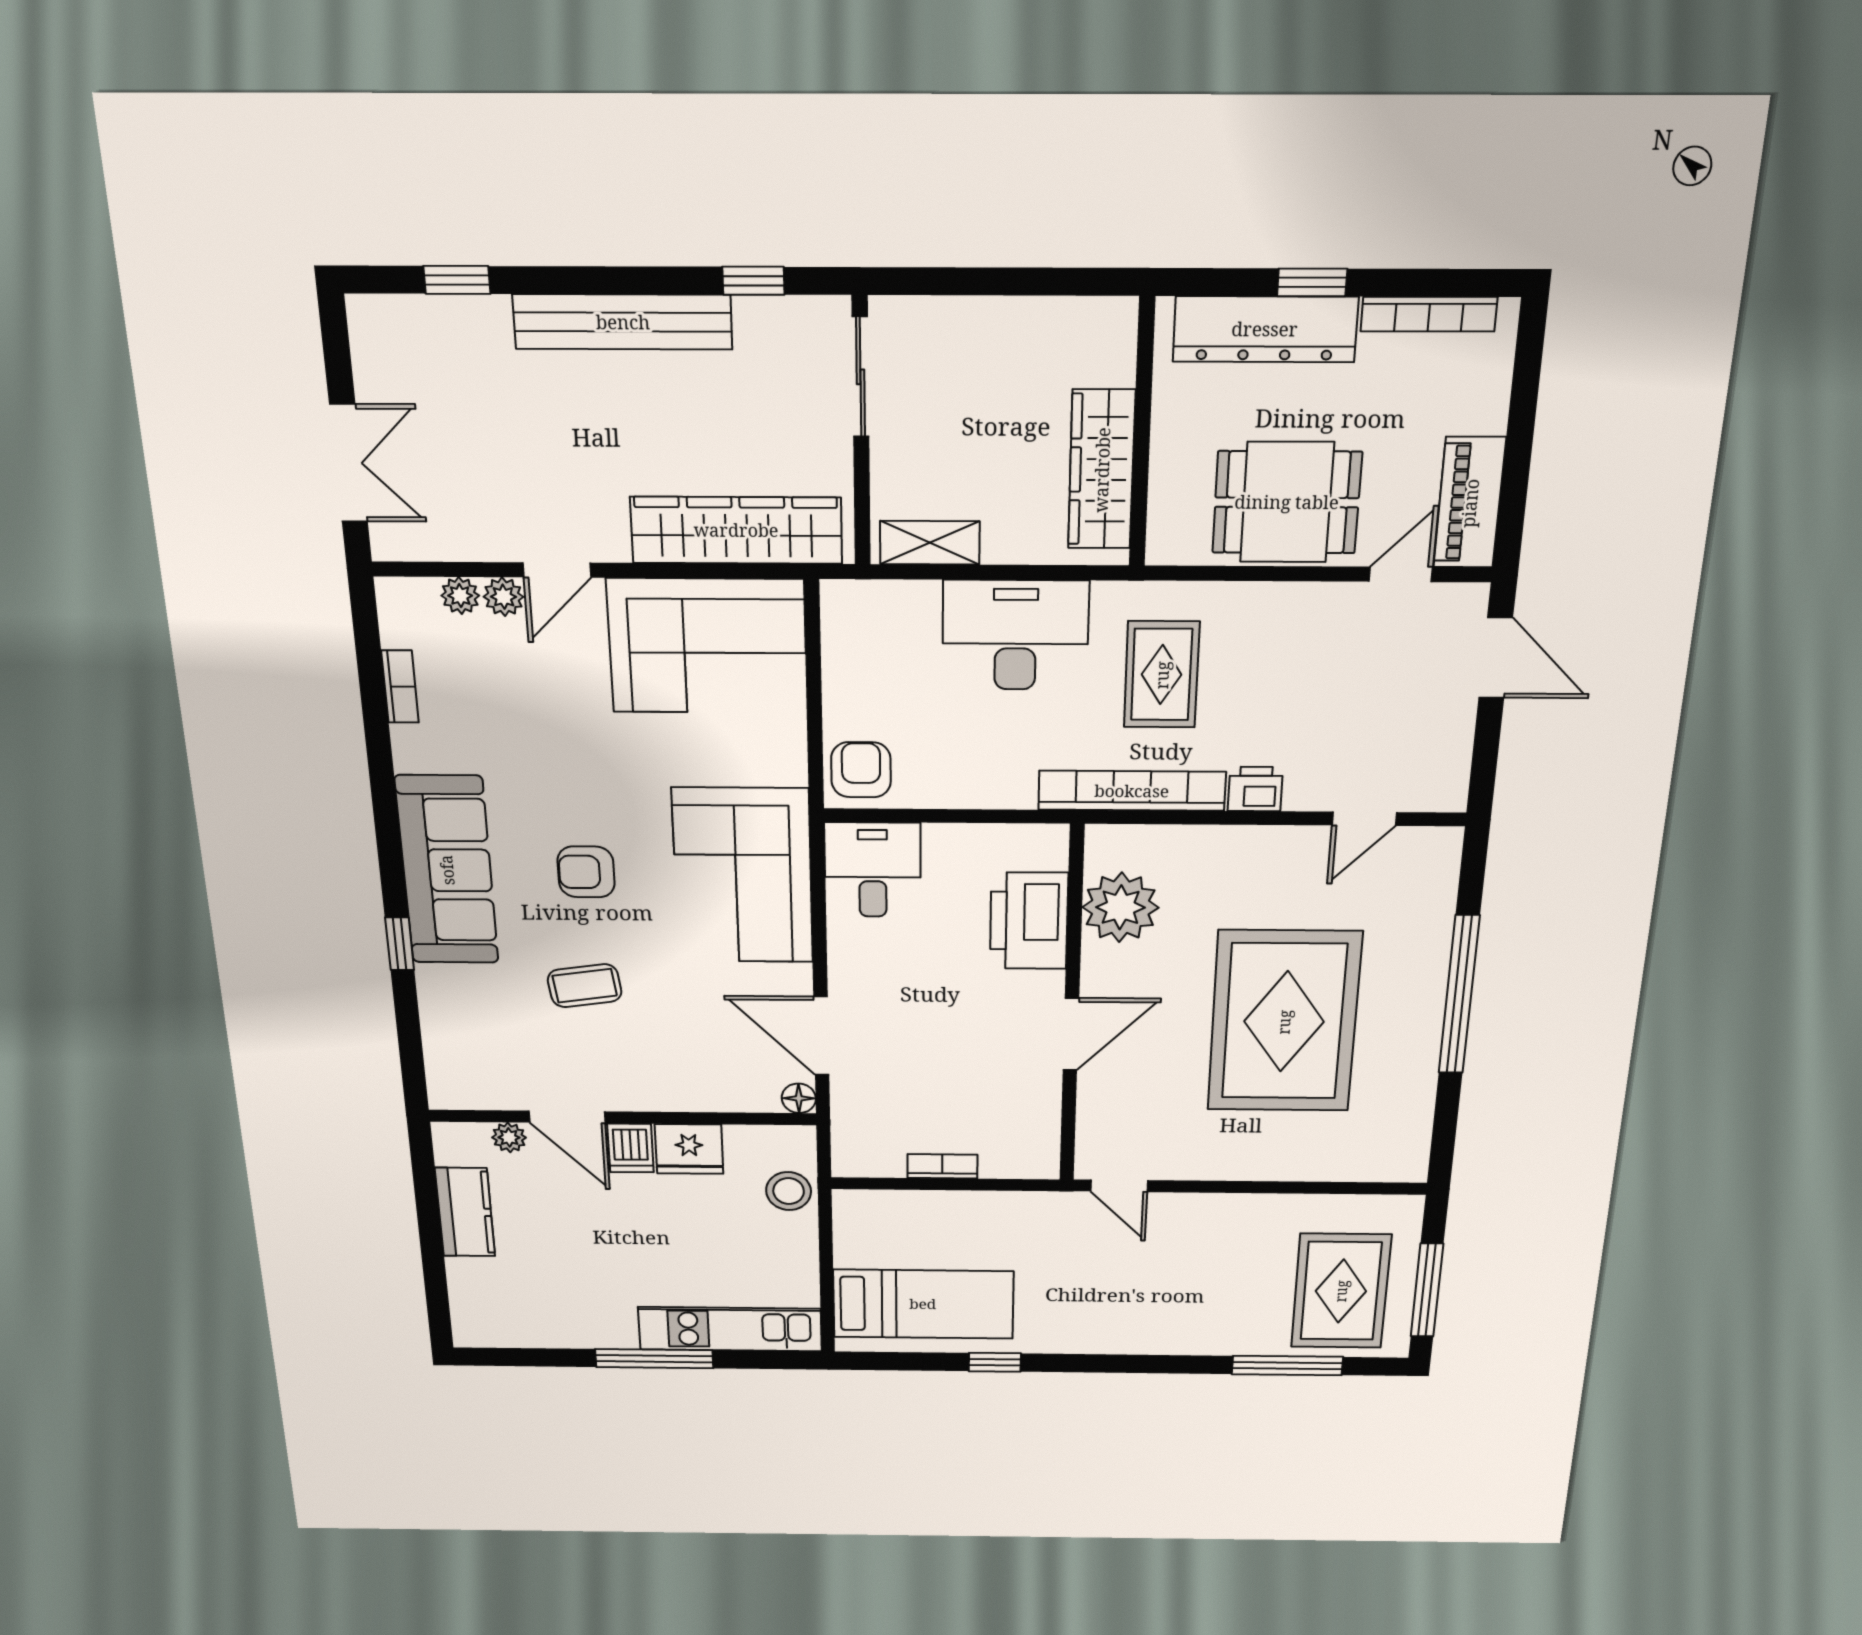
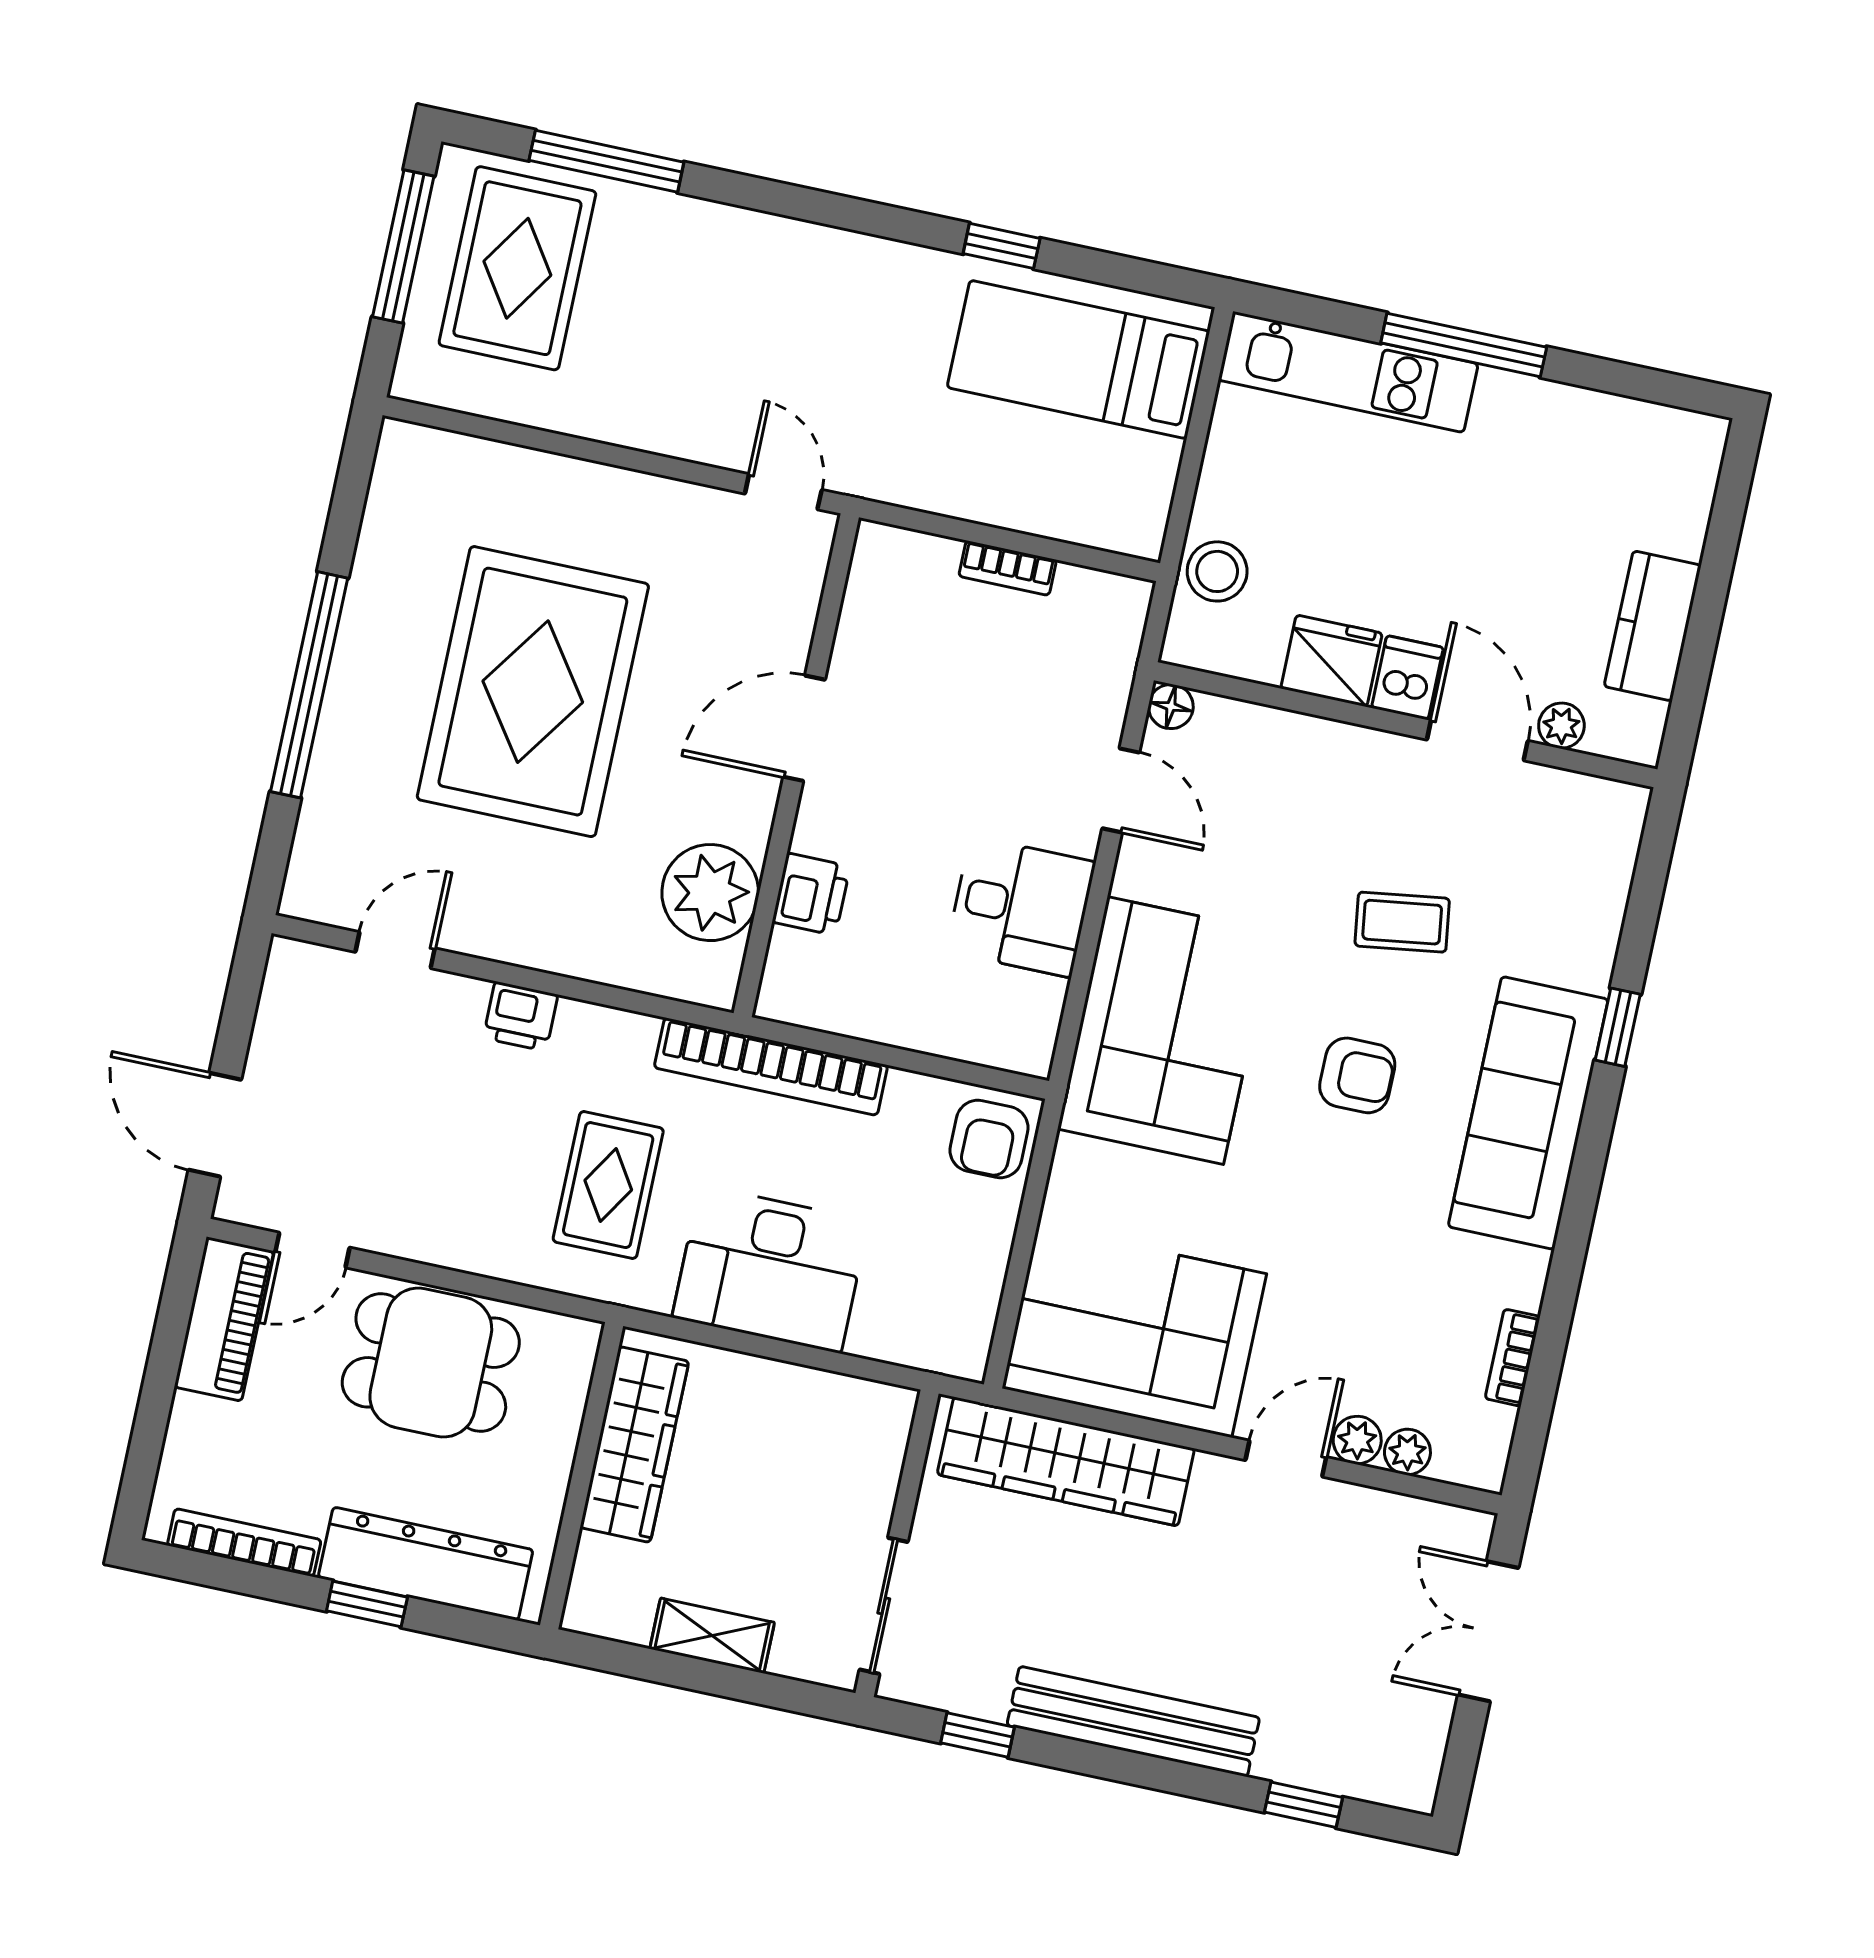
shelving: (930, 543) -> (712, 1636), moved
bookcase: (1132, 791) -> (771, 1067), moved
desk: (873, 870) -> (1021, 907), moved, turned -90
printer: (1029, 921) -> (811, 894), width x0.53, depth x0.68
door: (821, 1036) -> (1121, 790), width x0.73

